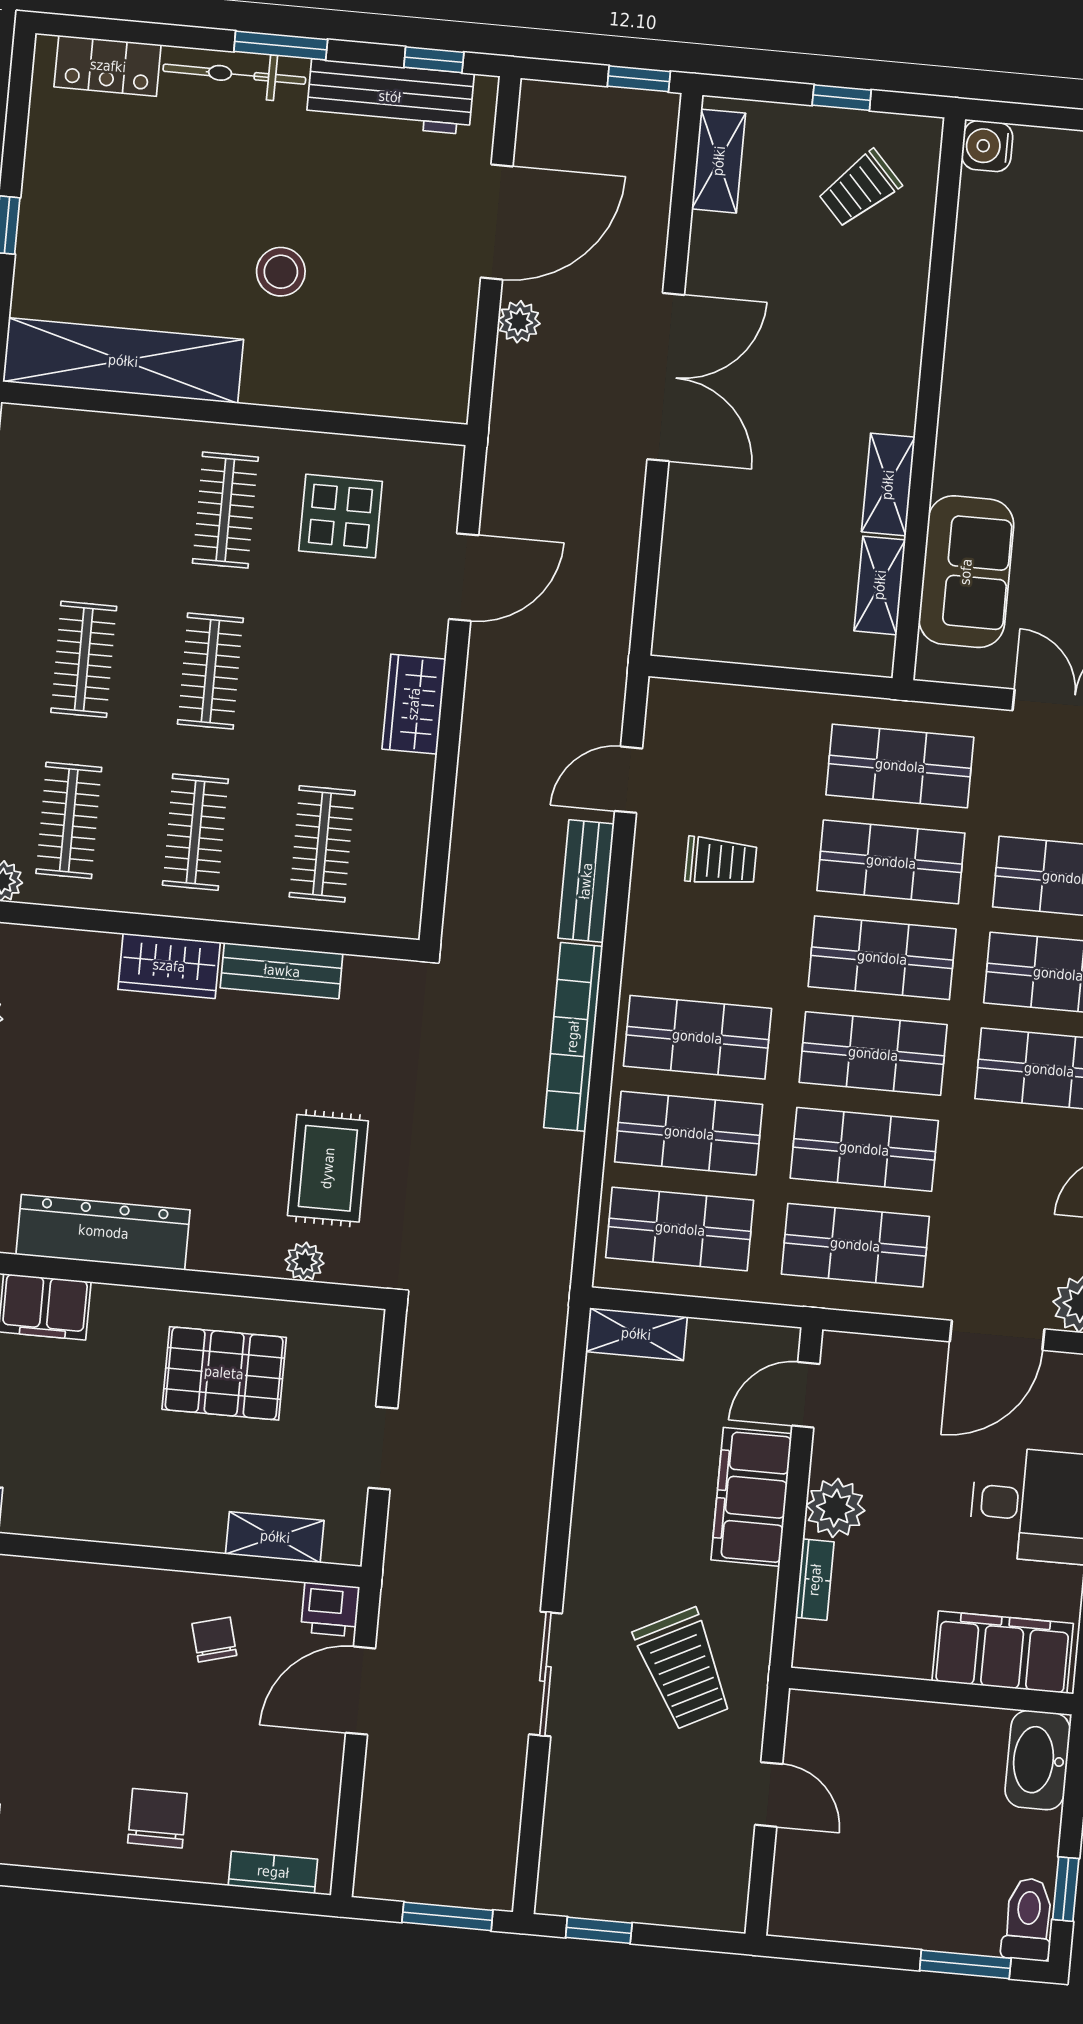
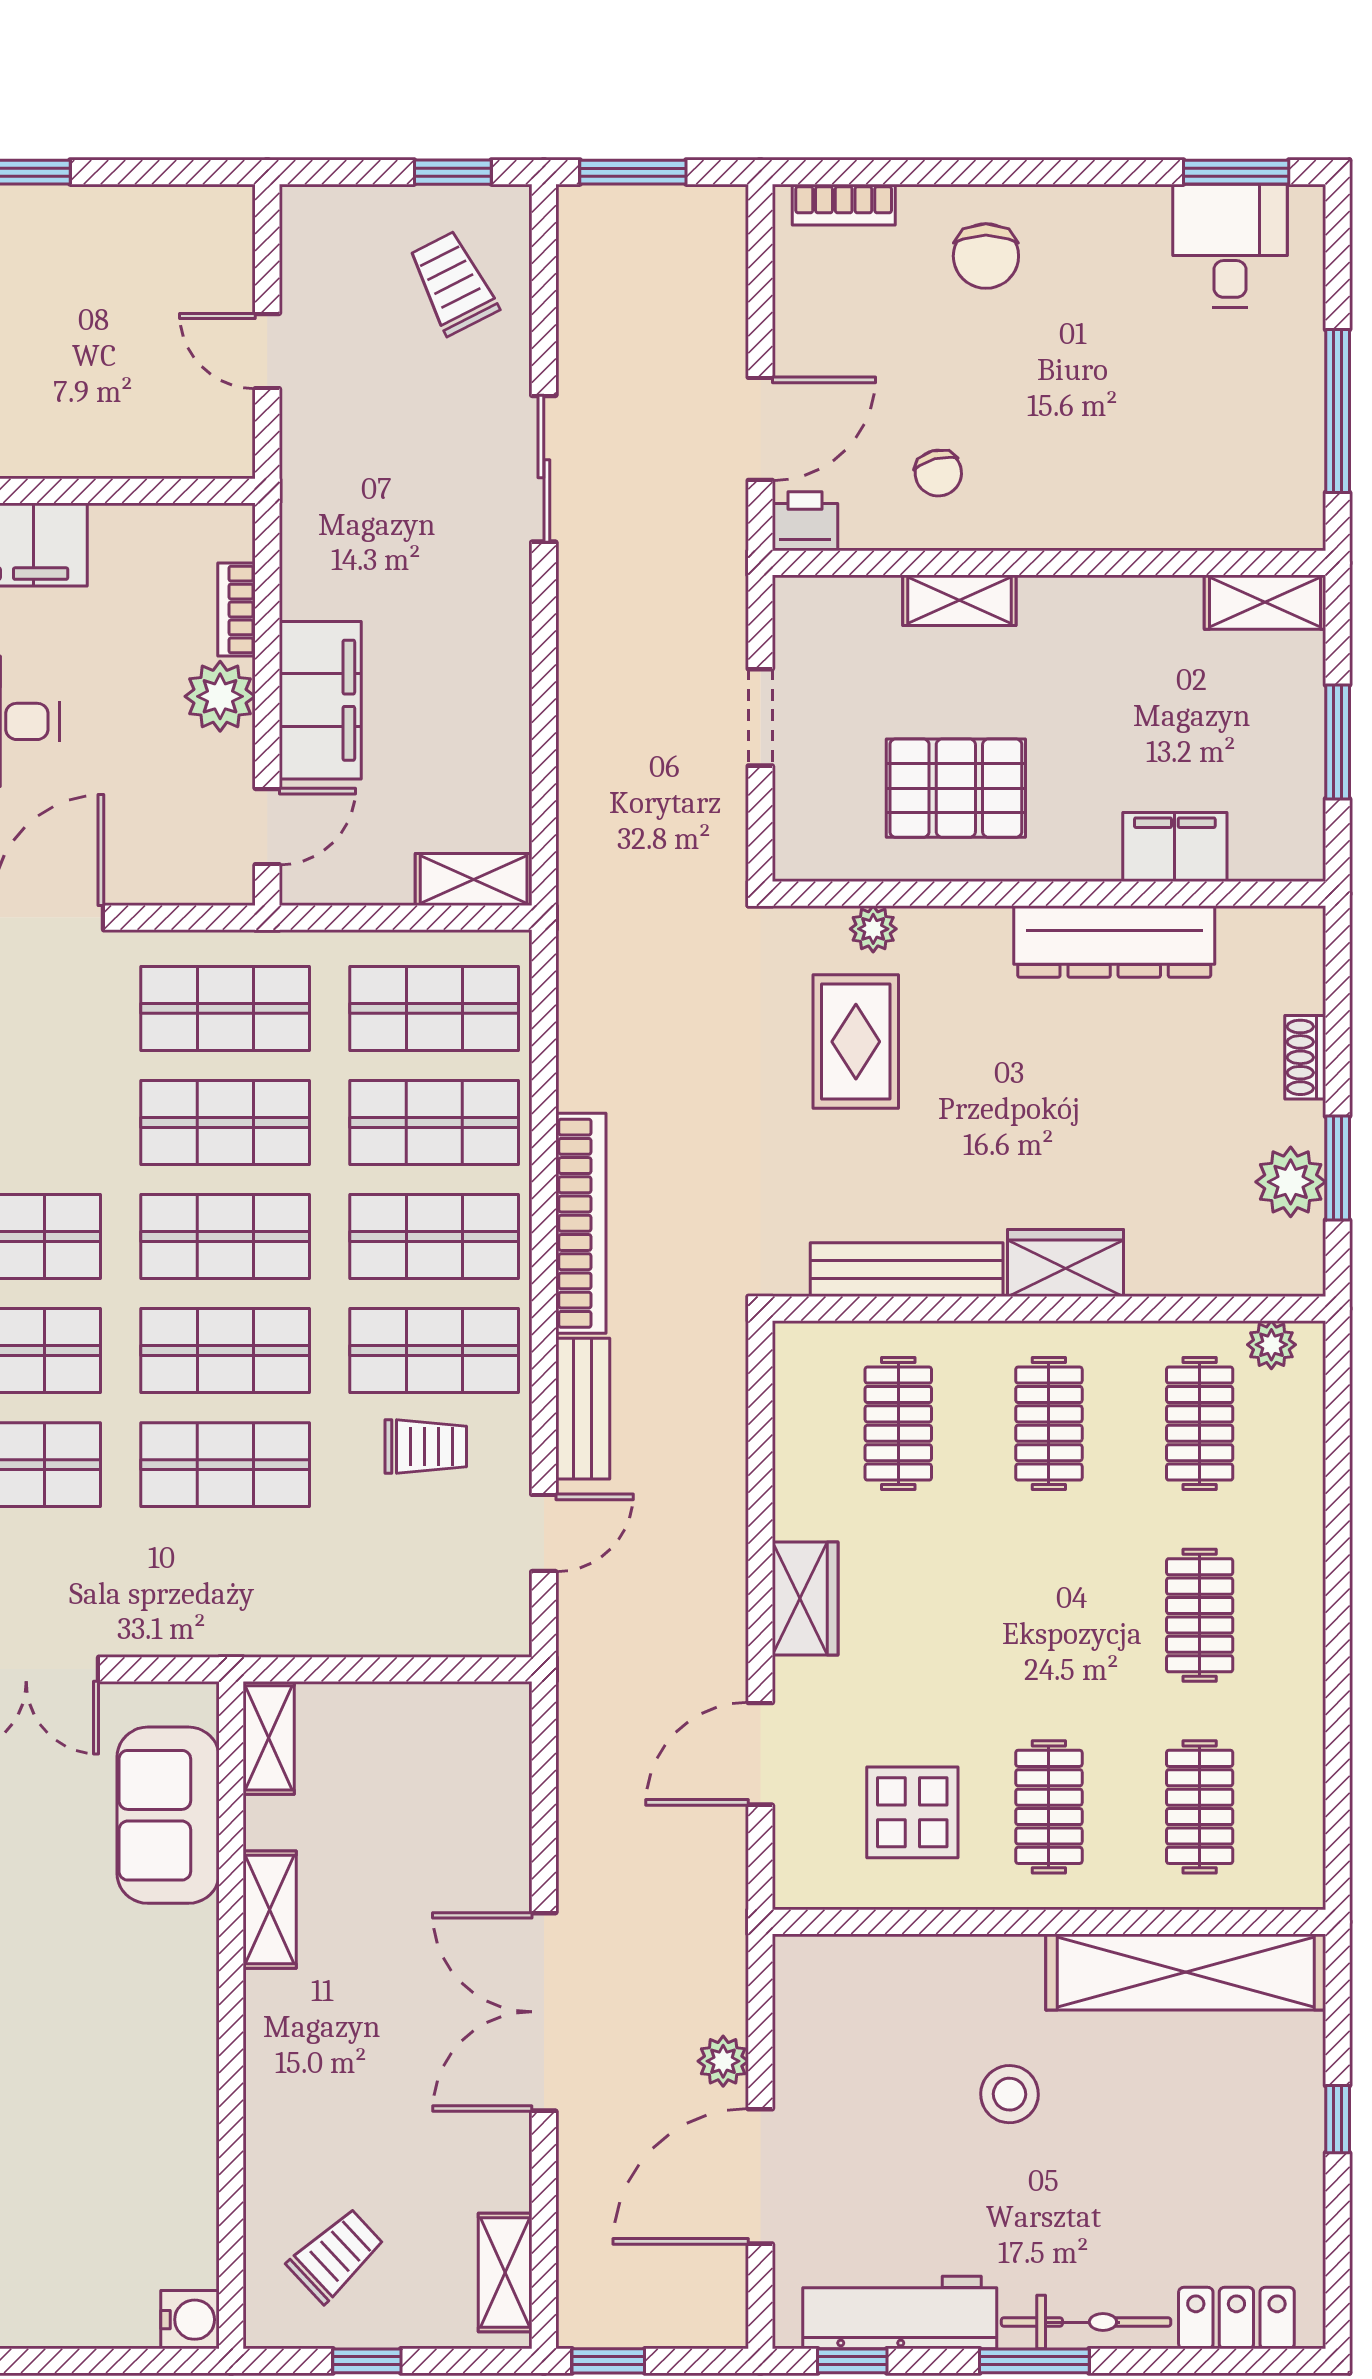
shelving: (880, 585) -> (269, 1738), moved
clothes rail: (210, 671) -> (1200, 1807), moved
shop shelf: (900, 766) -> (434, 1351), moved
trolley: (721, 861) -> (426, 1446), turned 180
bench: (282, 971) -> (907, 1270), width x1.36
shelving: (275, 1537) -> (959, 600), moved
trolley: (683, 1669) -> (453, 283), moved, width x0.73, depth x0.72

